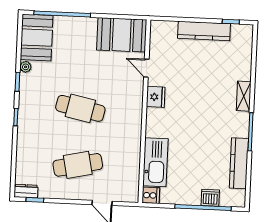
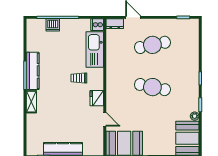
trolley: (178, 125) -> (79, 78), added
kitchen counter: (239, 163) -> (33, 71), moved
dresser: (26, 191) -> (115, 24), moved

